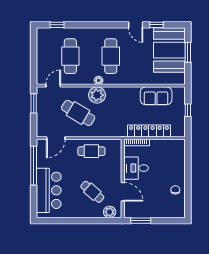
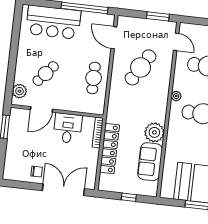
plant: (97, 95) -> (154, 132), moved
double door: (188, 166) -> (63, 190), added

